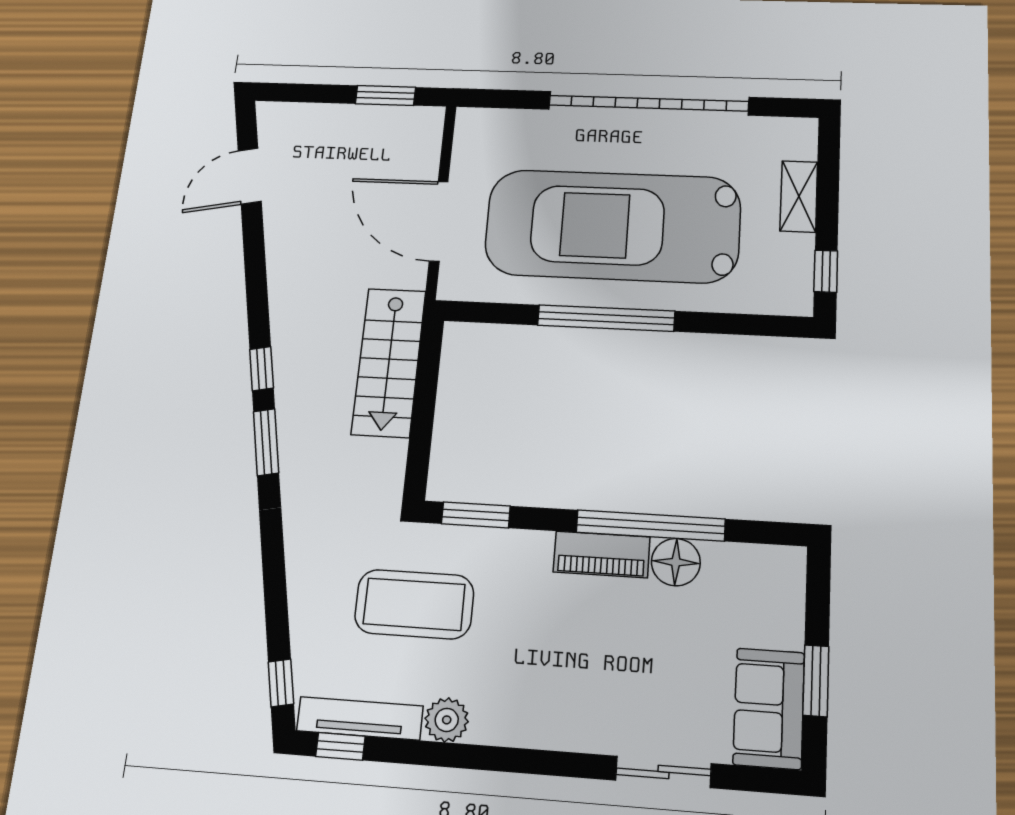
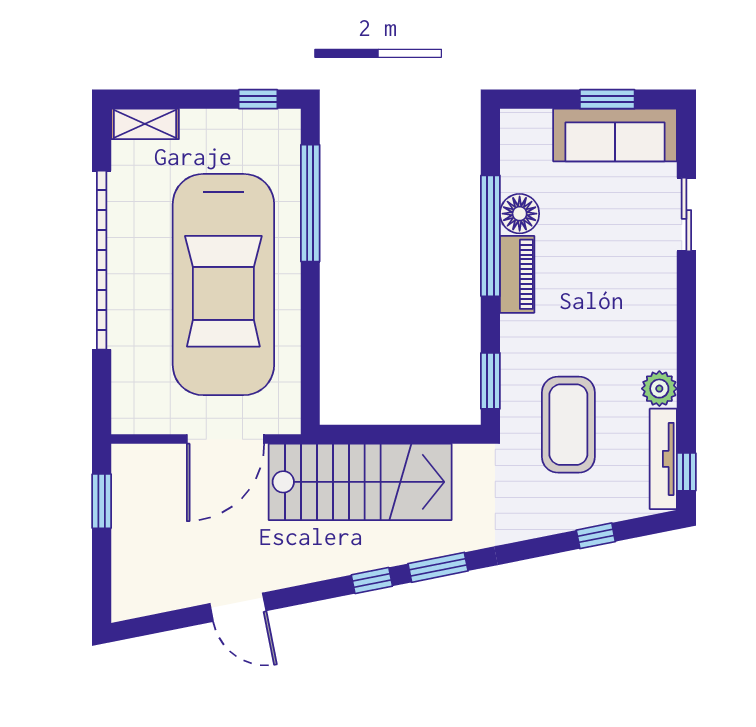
door: (250, 176) -> (238, 607), moved
shelving: (799, 196) -> (145, 124), moved
window: (606, 318) -> (310, 203), moved
stairs: (389, 362) -> (360, 482), width x1.36, depth x1.51
window: (281, 683) -> (596, 536), moved
sofa: (769, 708) -> (615, 135), width x1.36

